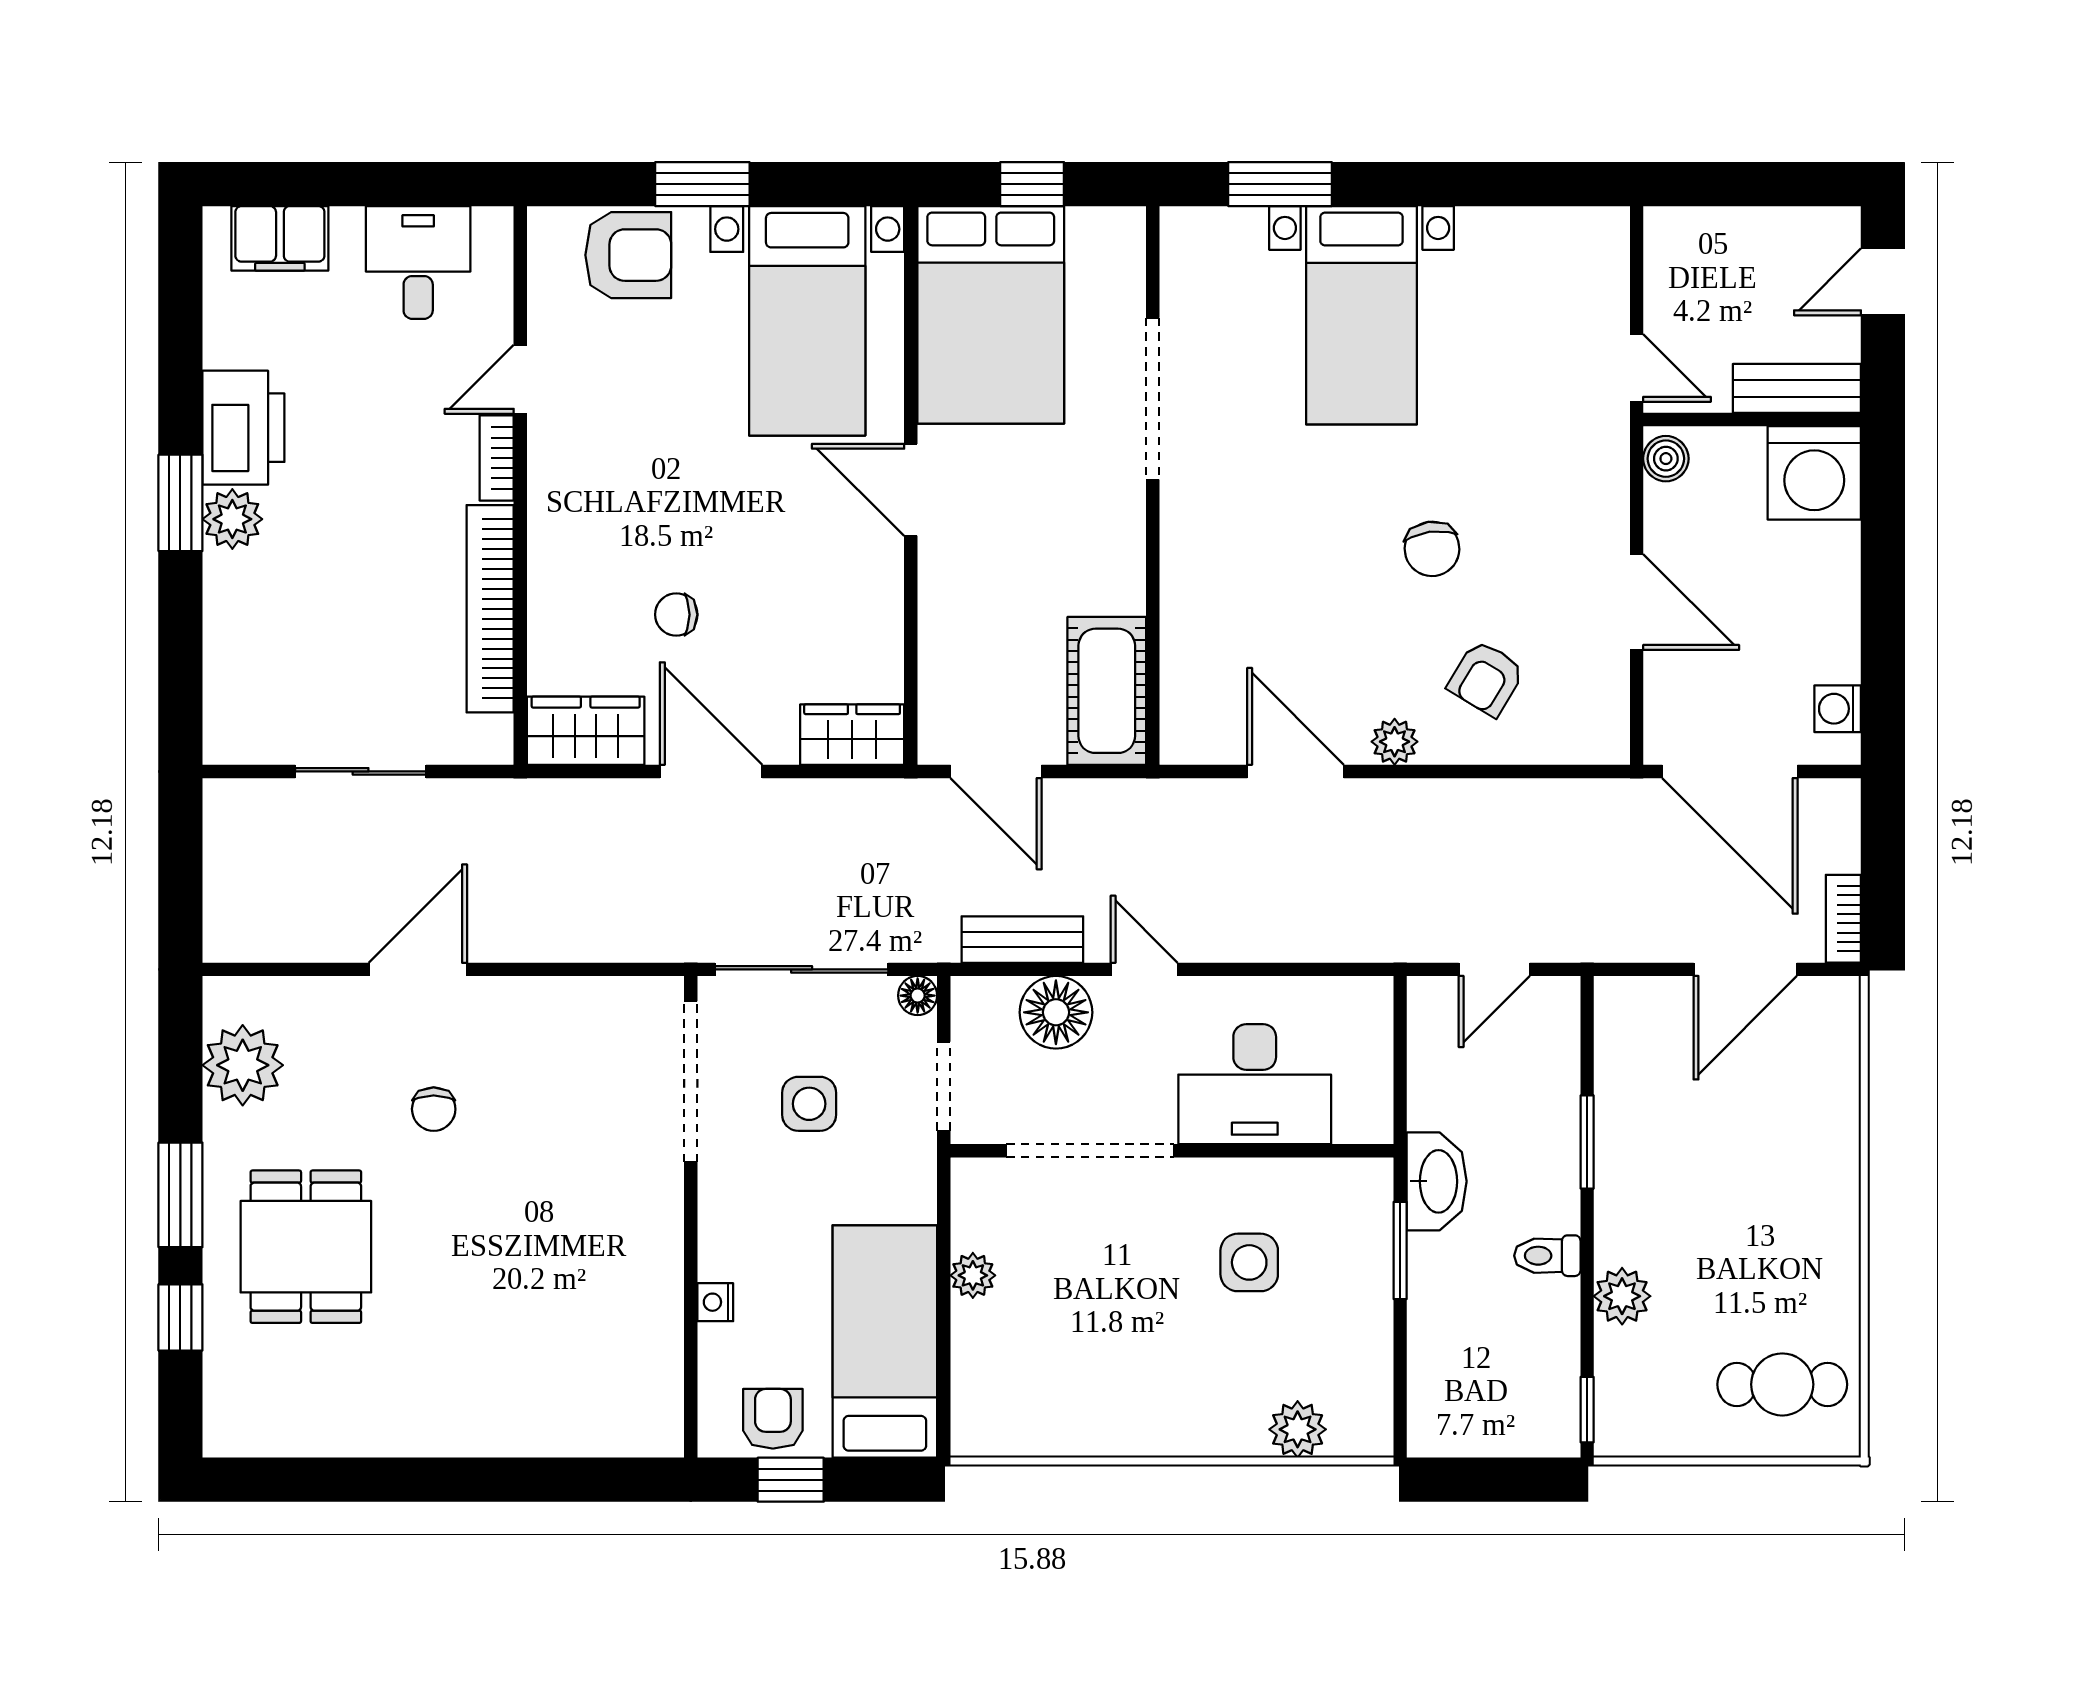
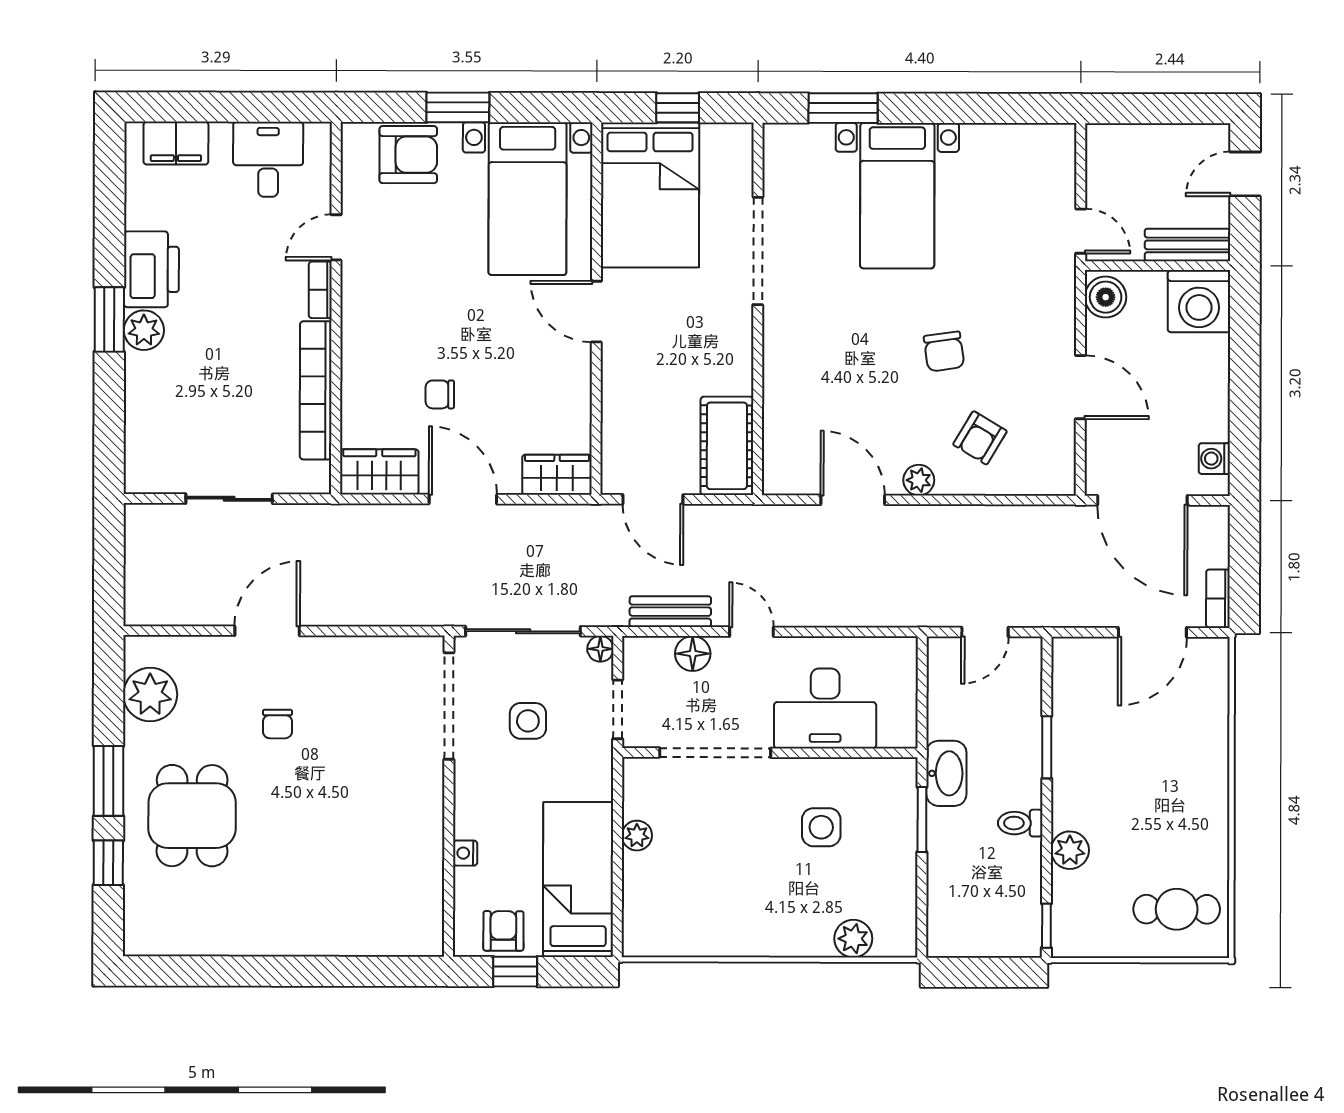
boiler: (1666, 459) -> (1106, 297), width x1.36, depth x1.36
floor lamp: (1056, 1012) -> (693, 654), width x0.73, depth x0.73

